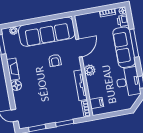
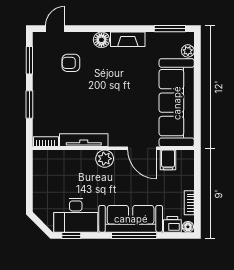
armchair: (55, 60) -> (71, 63), moved
filing cabinet: (96, 103) -> (168, 160), moved

